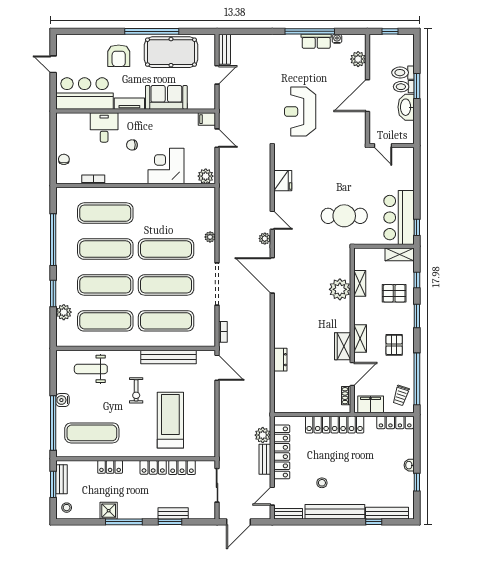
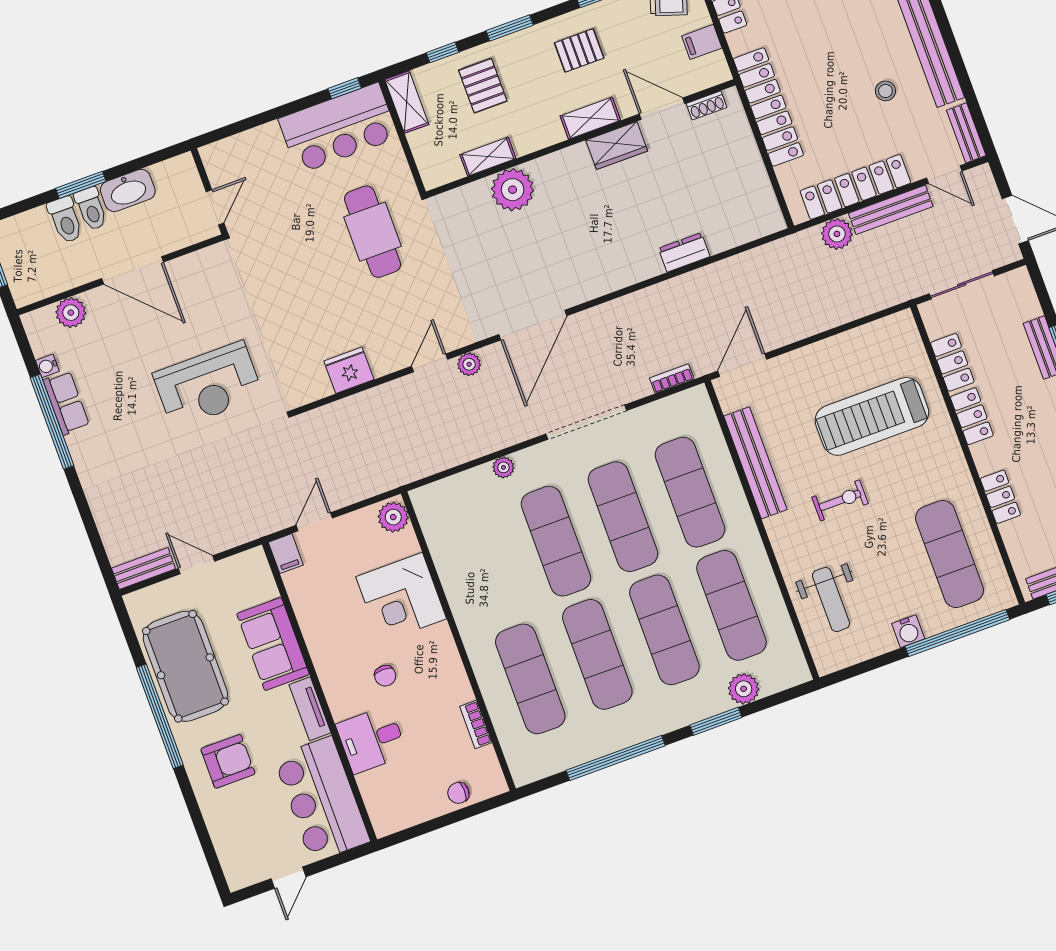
filing cabinet: (371, 404) -> (702, 42), width x0.50
bench: (265, 459) -> (891, 210), width x1.36

